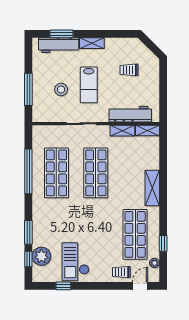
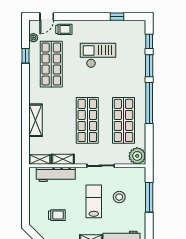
window: (28, 171) -> (149, 103), moved
shelving: (152, 188) -> (36, 120), moved
plant: (41, 256) -> (137, 156), moved
checkout: (76, 262) -> (98, 55), moved, turned -90

